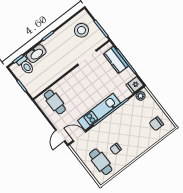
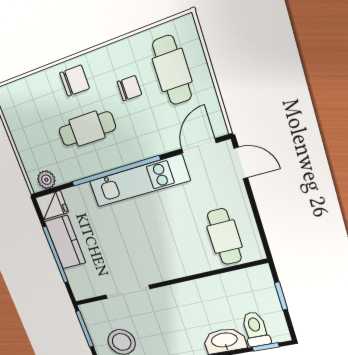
kitchen counter: (116, 60) -> (65, 242), moved
chair: (156, 124) -> (75, 81), moved
cafe table: (129, 126) -> (87, 129), added
door: (60, 136) -> (241, 163), hinge flipped
door: (79, 136) -> (199, 146), swing flipped

